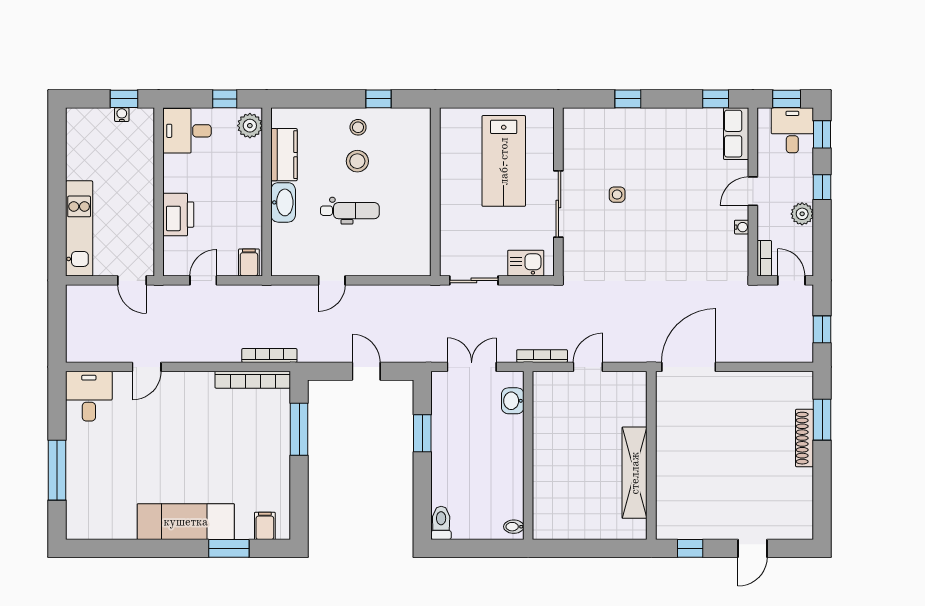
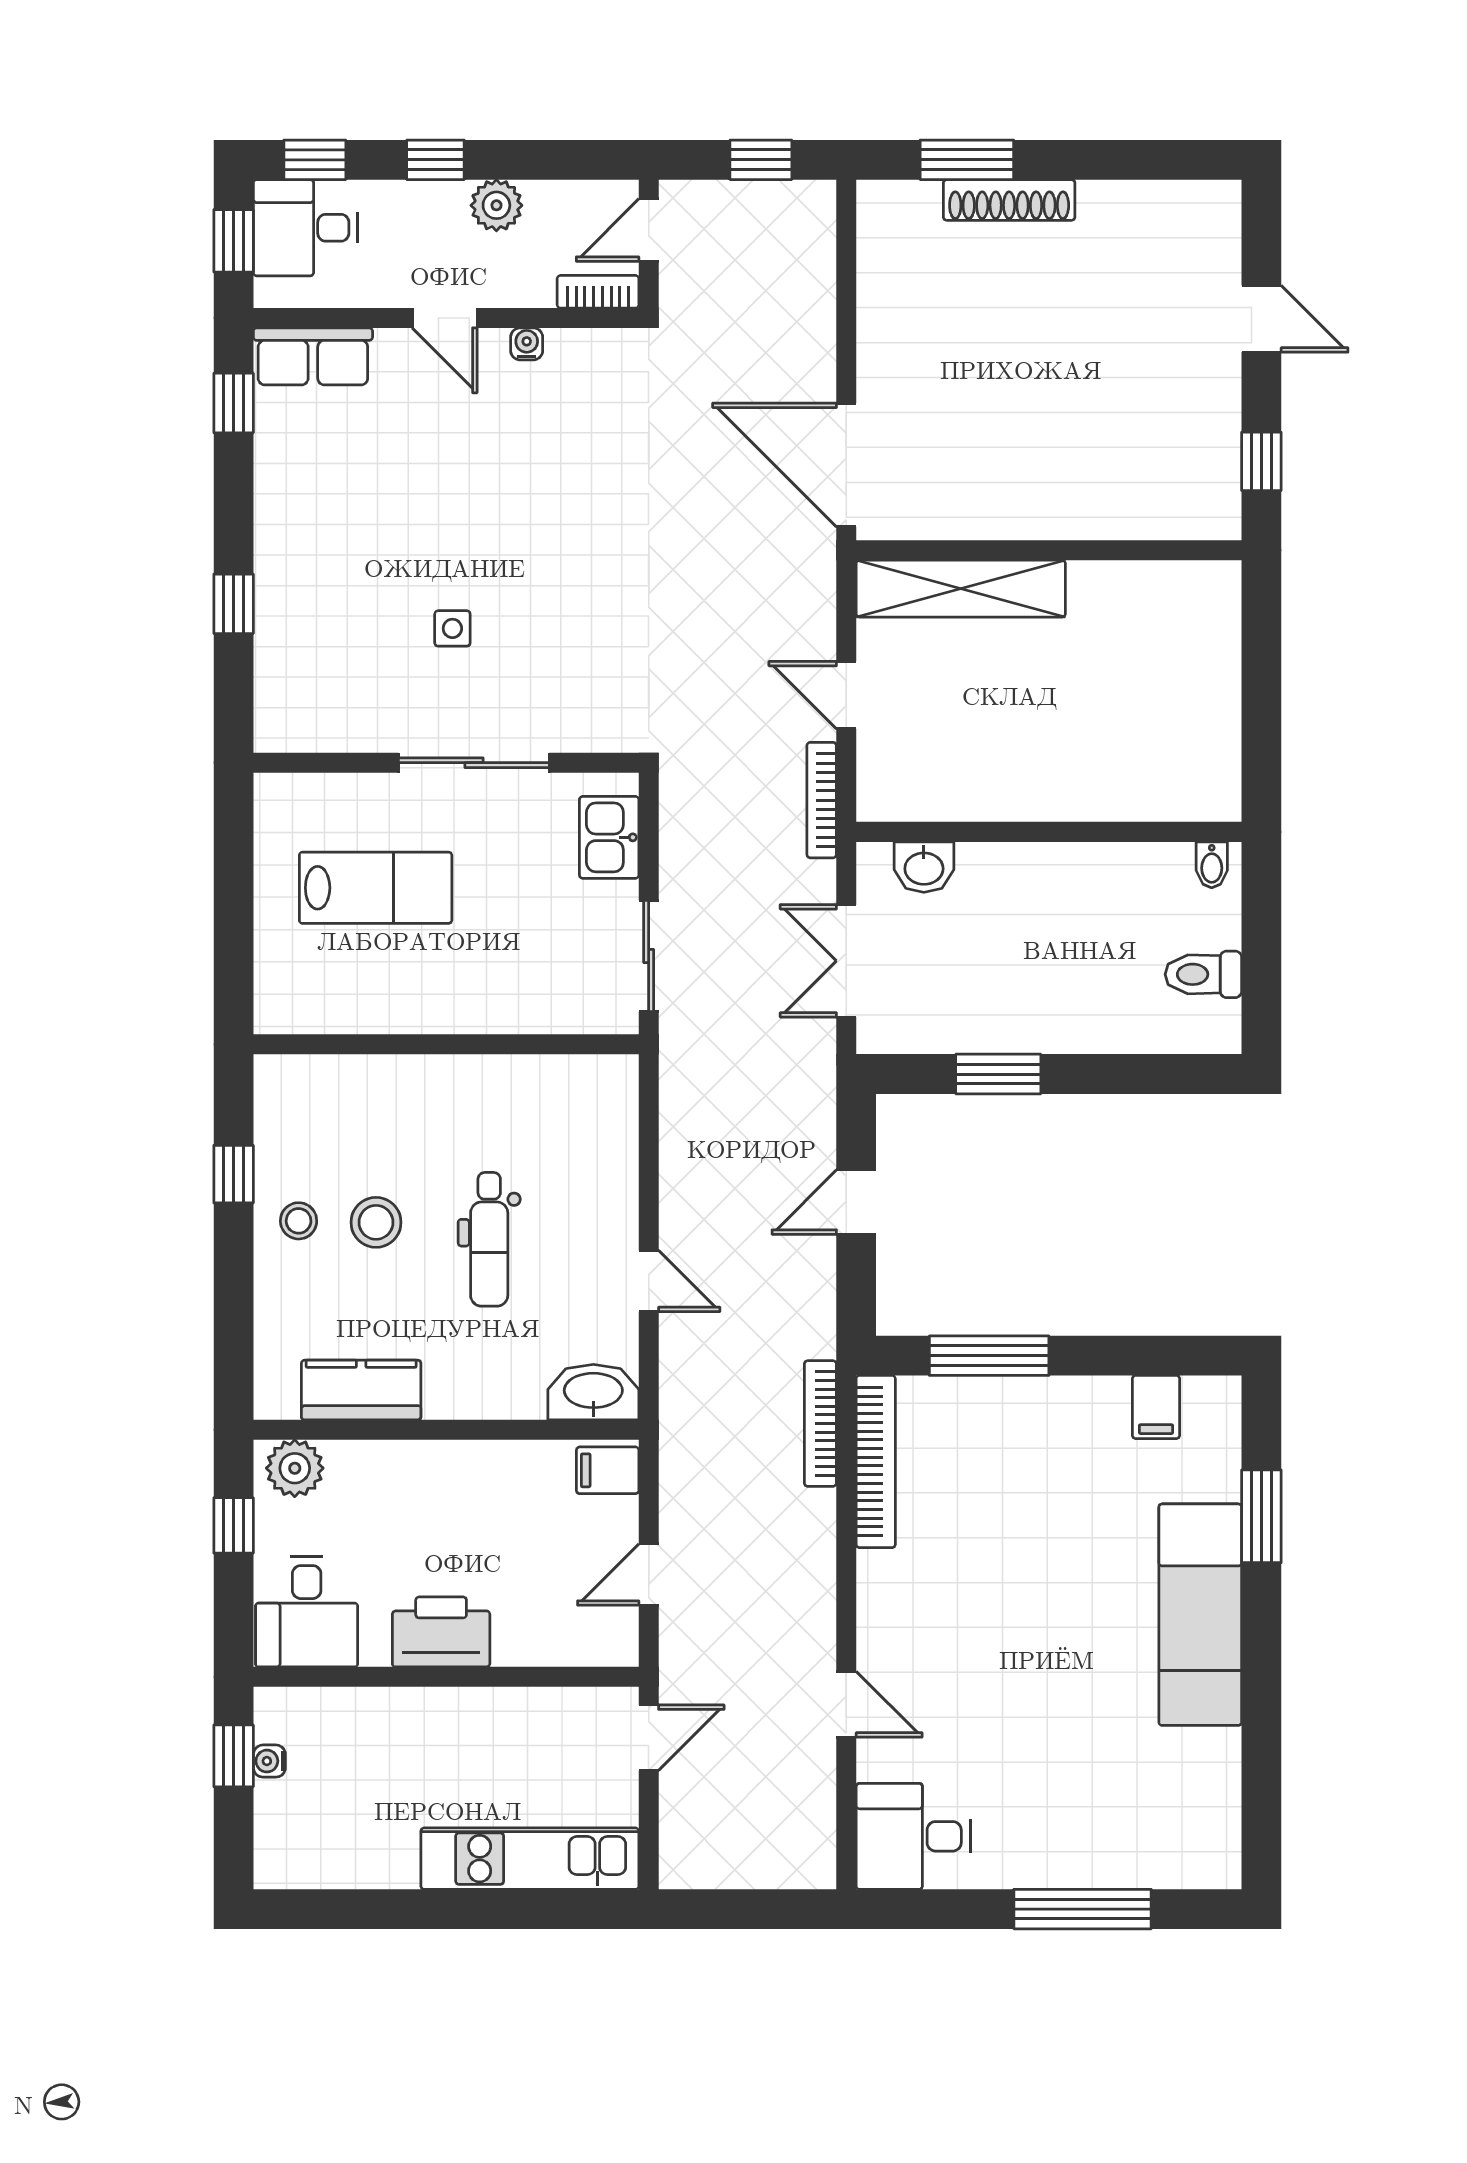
lab bench: (504, 161) -> (376, 888), width x0.73, depth x0.72
washbasin: (283, 202) -> (593, 1392), moved
dental chair: (350, 211) -> (489, 1239), turned 180
printer: (178, 215) -> (441, 1632), moved
door: (203, 280) -> (649, 1575), hinge flipped
shelving: (635, 473) -> (961, 589), moved
toilet: (441, 523) -> (1203, 974), moved
filing cabinet: (265, 526) -> (1156, 1407), moved, turned -90

